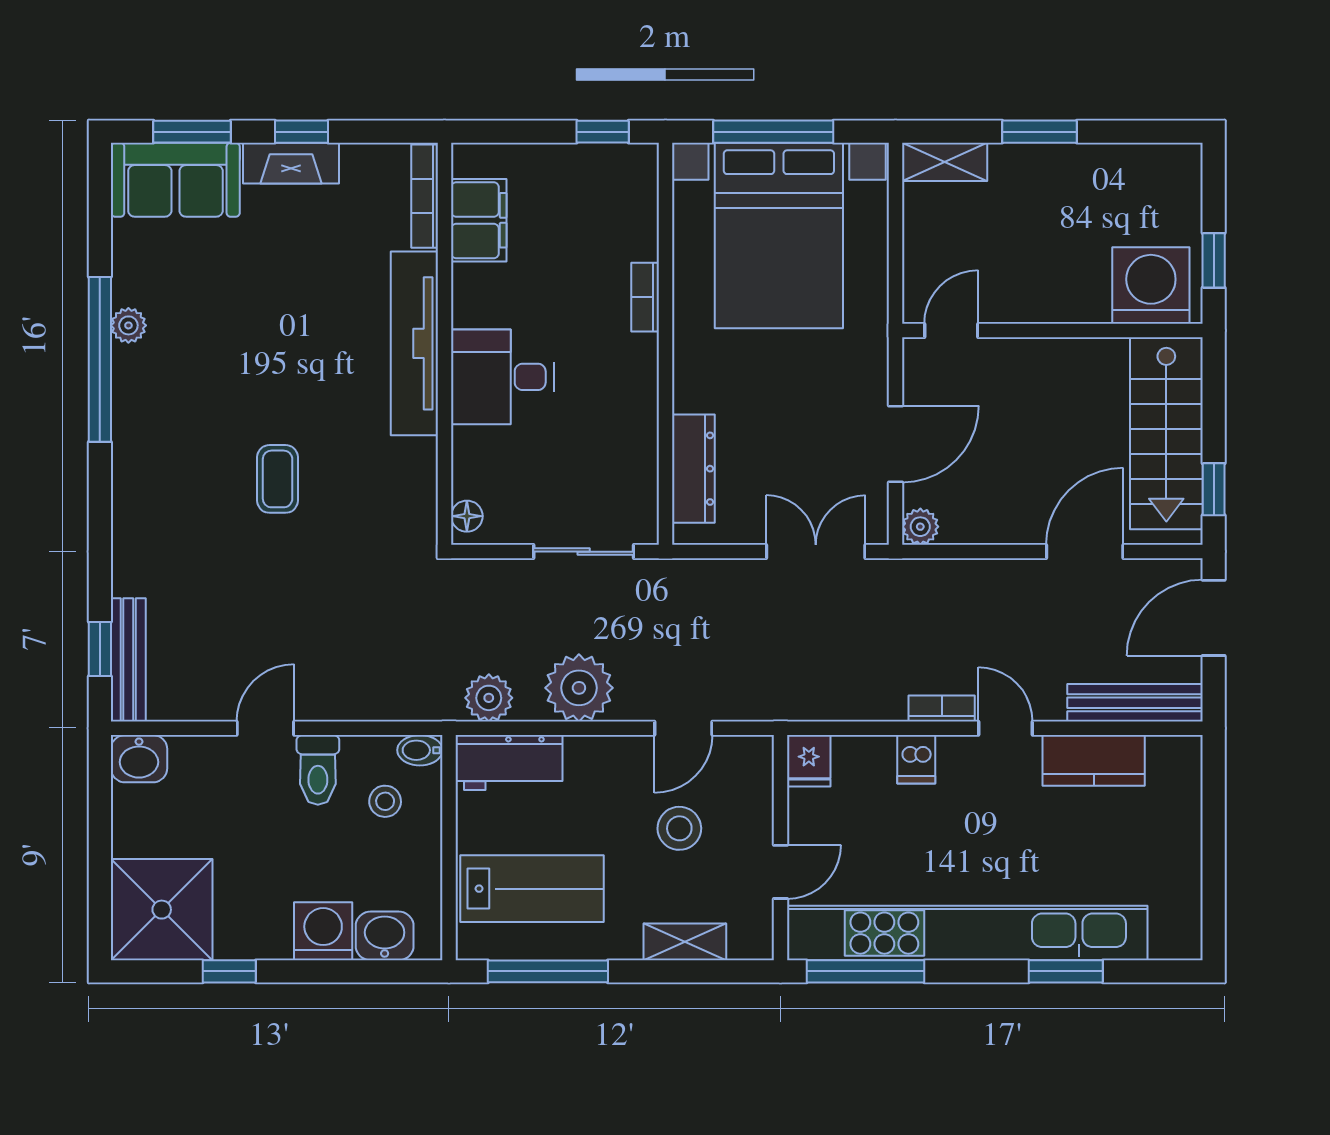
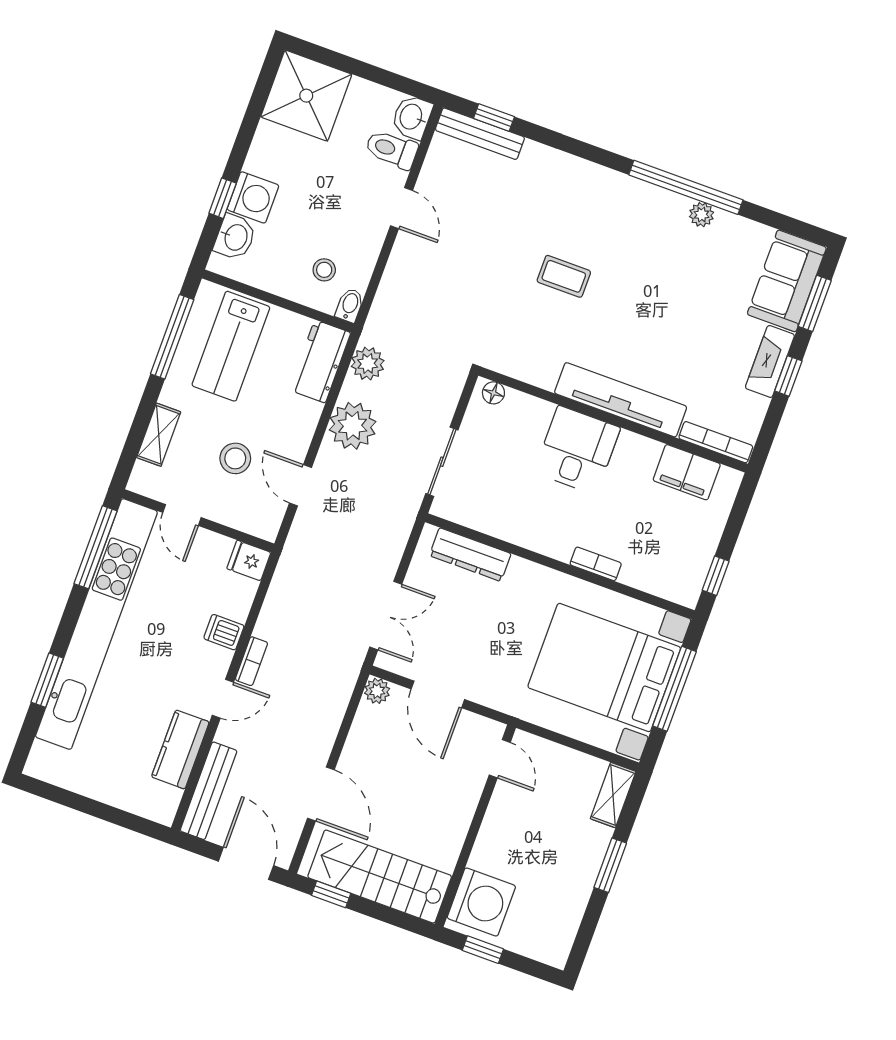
toilet: (318, 770) -> (392, 149), moved
window: (229, 971) -> (223, 198), moved

